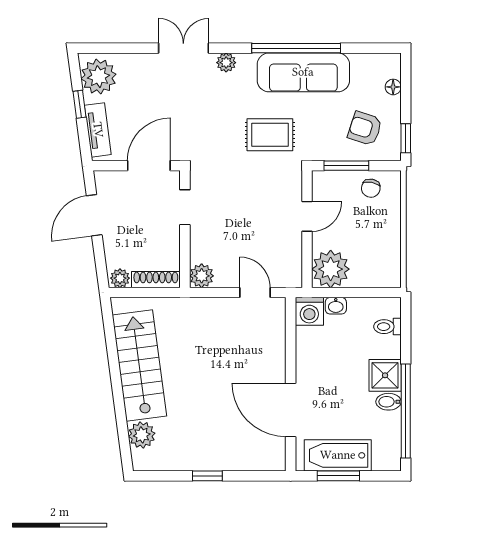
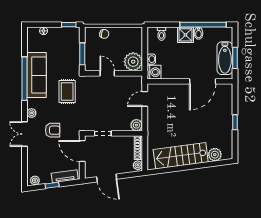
plant: (99, 77) -> (35, 180), width x0.53, depth x0.53
armchair: (365, 128) -> (53, 130), moved, turned -108
chair: (371, 188) -> (104, 34), moved

